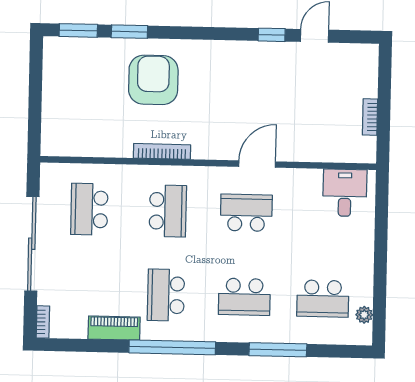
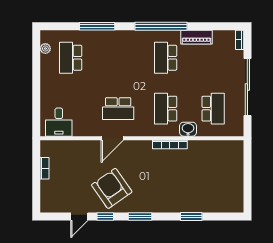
window: (78, 30) -> (140, 217), moved
armchair: (153, 80) -> (112, 188), moved, turned 145
washbasin: (131, 176) -> (188, 129), added
school desk: (166, 295) -> (166, 58), turned 180
school desk: (244, 297) -> (118, 58), removed
school desk: (323, 299) -> (71, 58), turned -90

